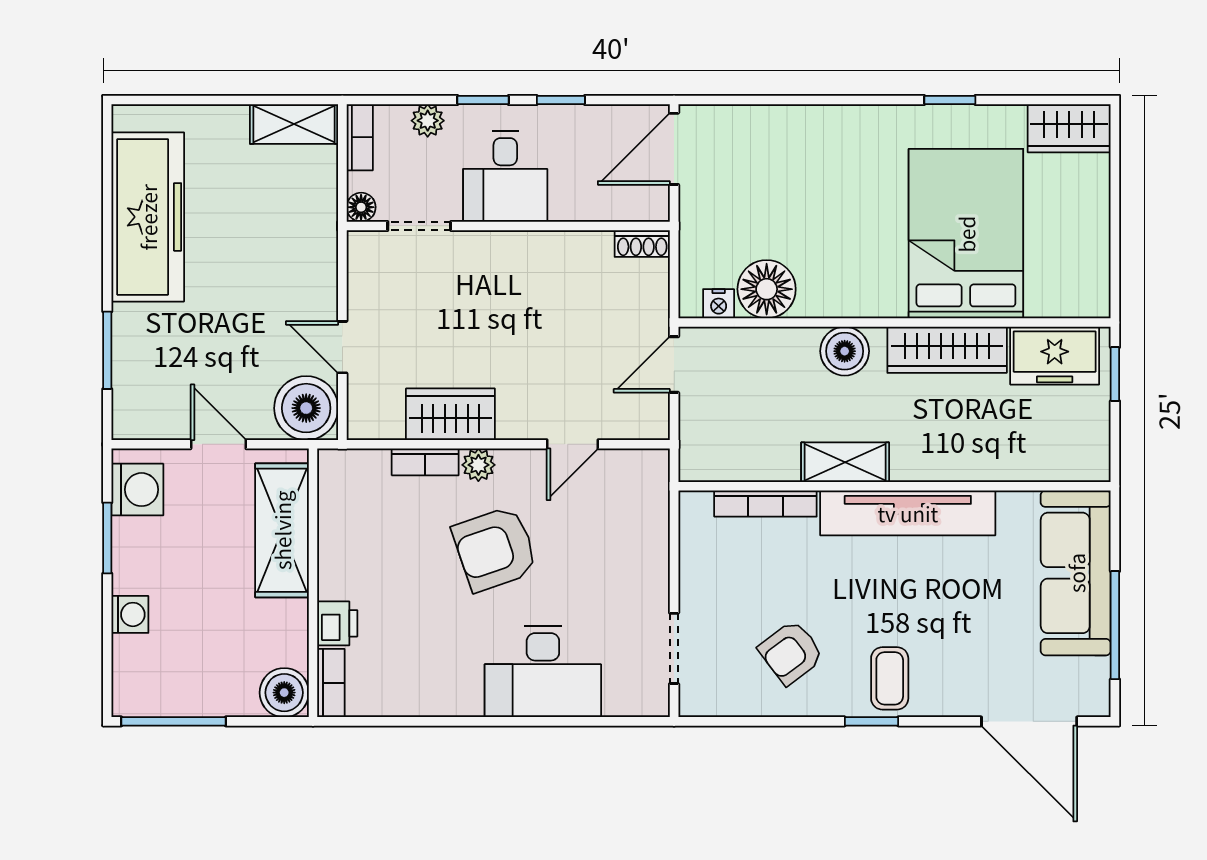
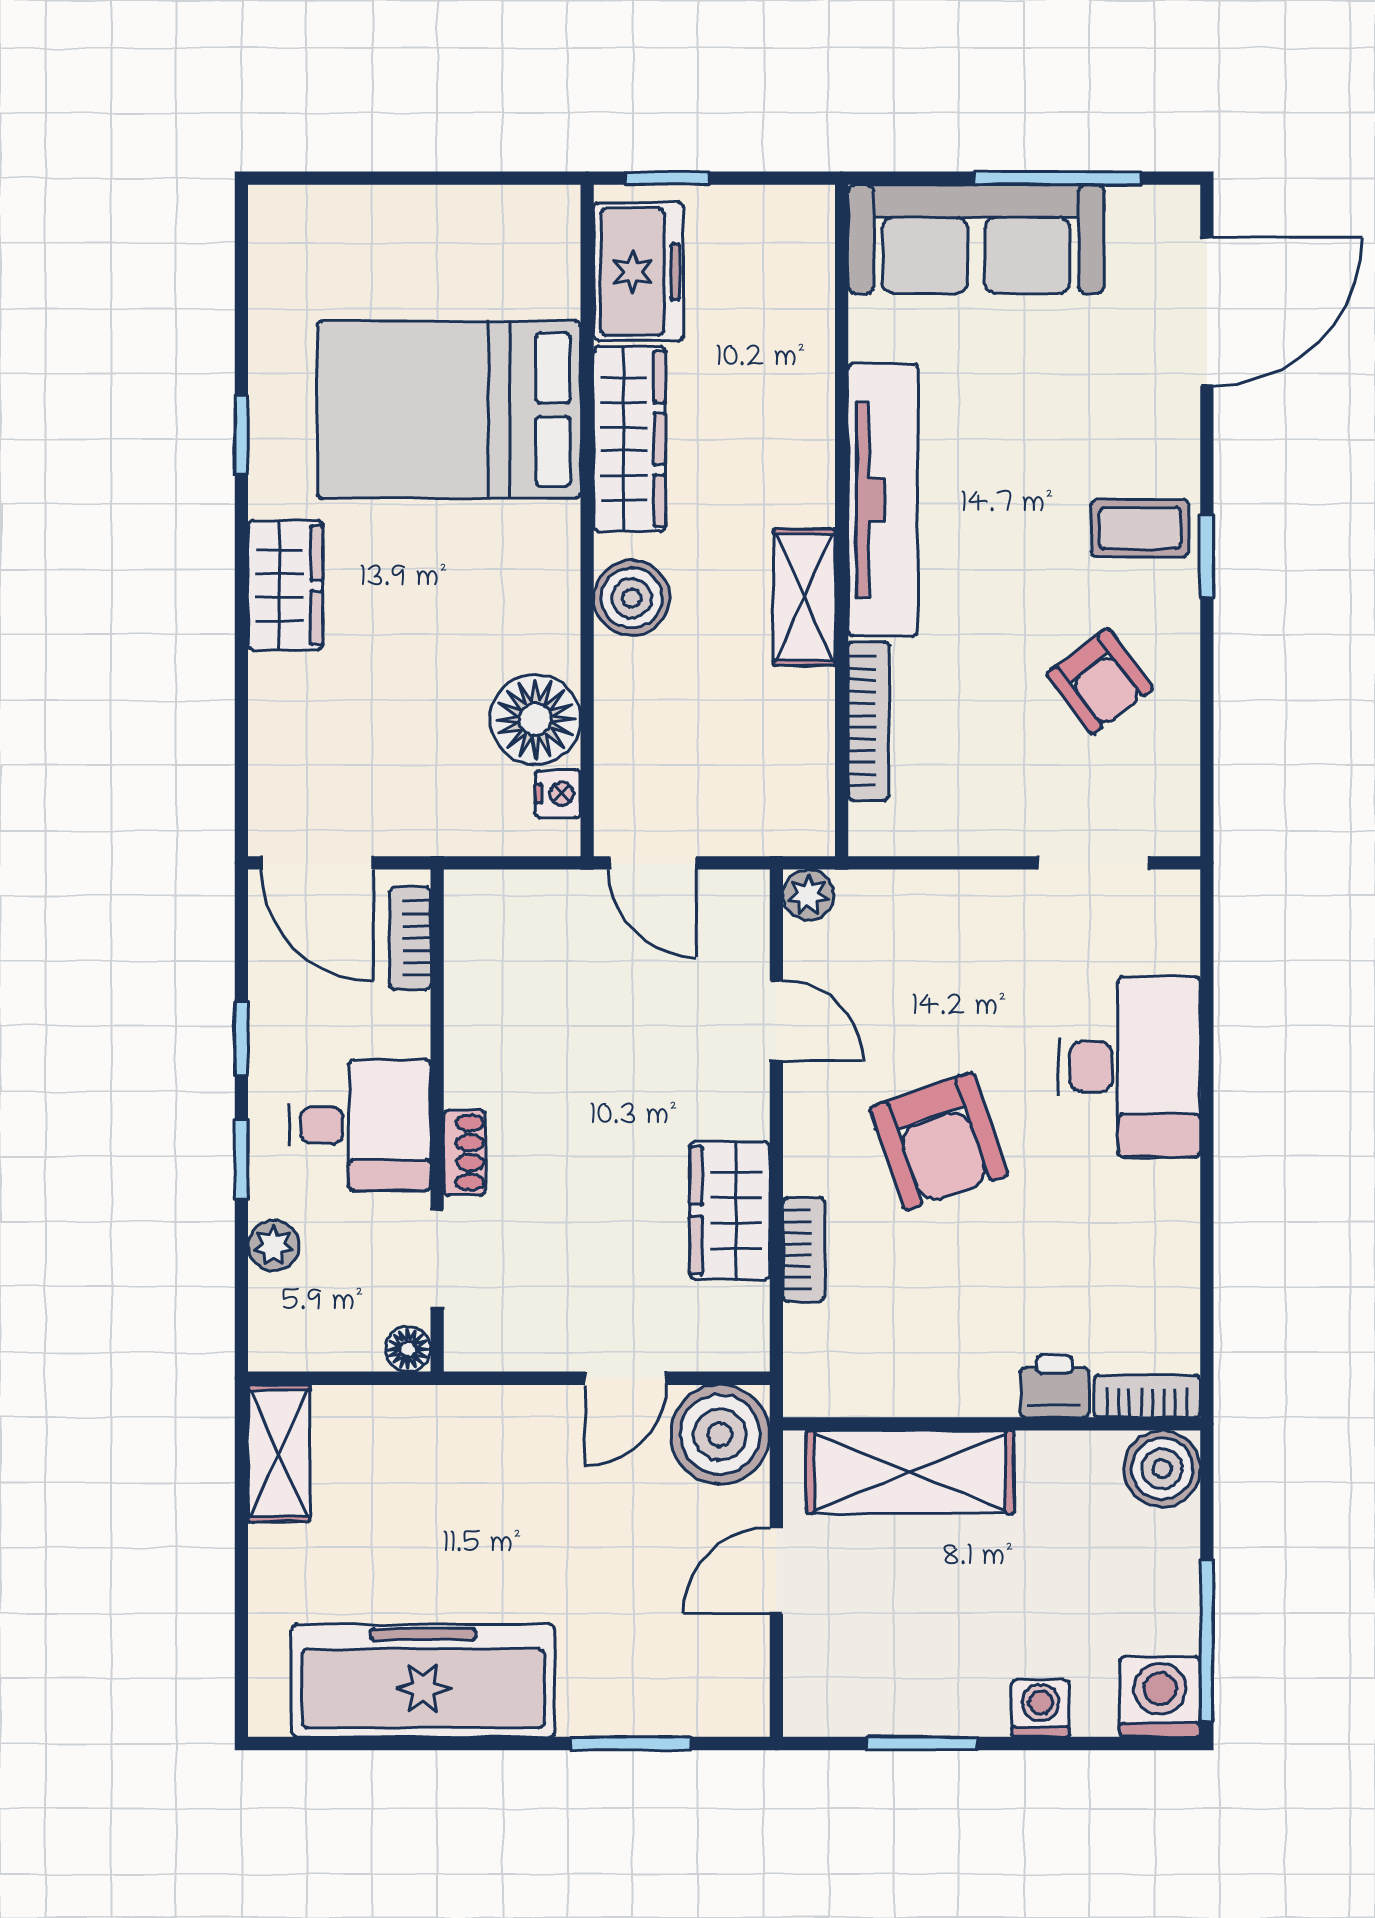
wardrobe: (1069, 128) -> (285, 585), moved
bookcase: (360, 137) -> (410, 938), moved, turned -90
shoe rack: (642, 244) -> (465, 1153), moved
plant: (478, 465) -> (808, 895), moved
washing machine: (137, 490) -> (1160, 1697), moved

